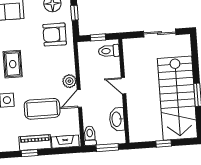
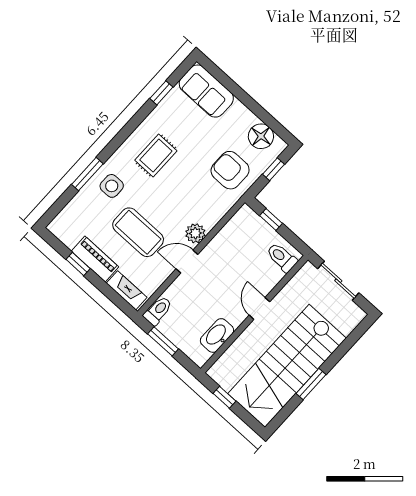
toilet: (109, 51) -> (282, 257), moved
door: (123, 86) -> (259, 308), moved
wall: (124, 91) -> (254, 314), moved
washbasin: (117, 119) -> (217, 335), moved

